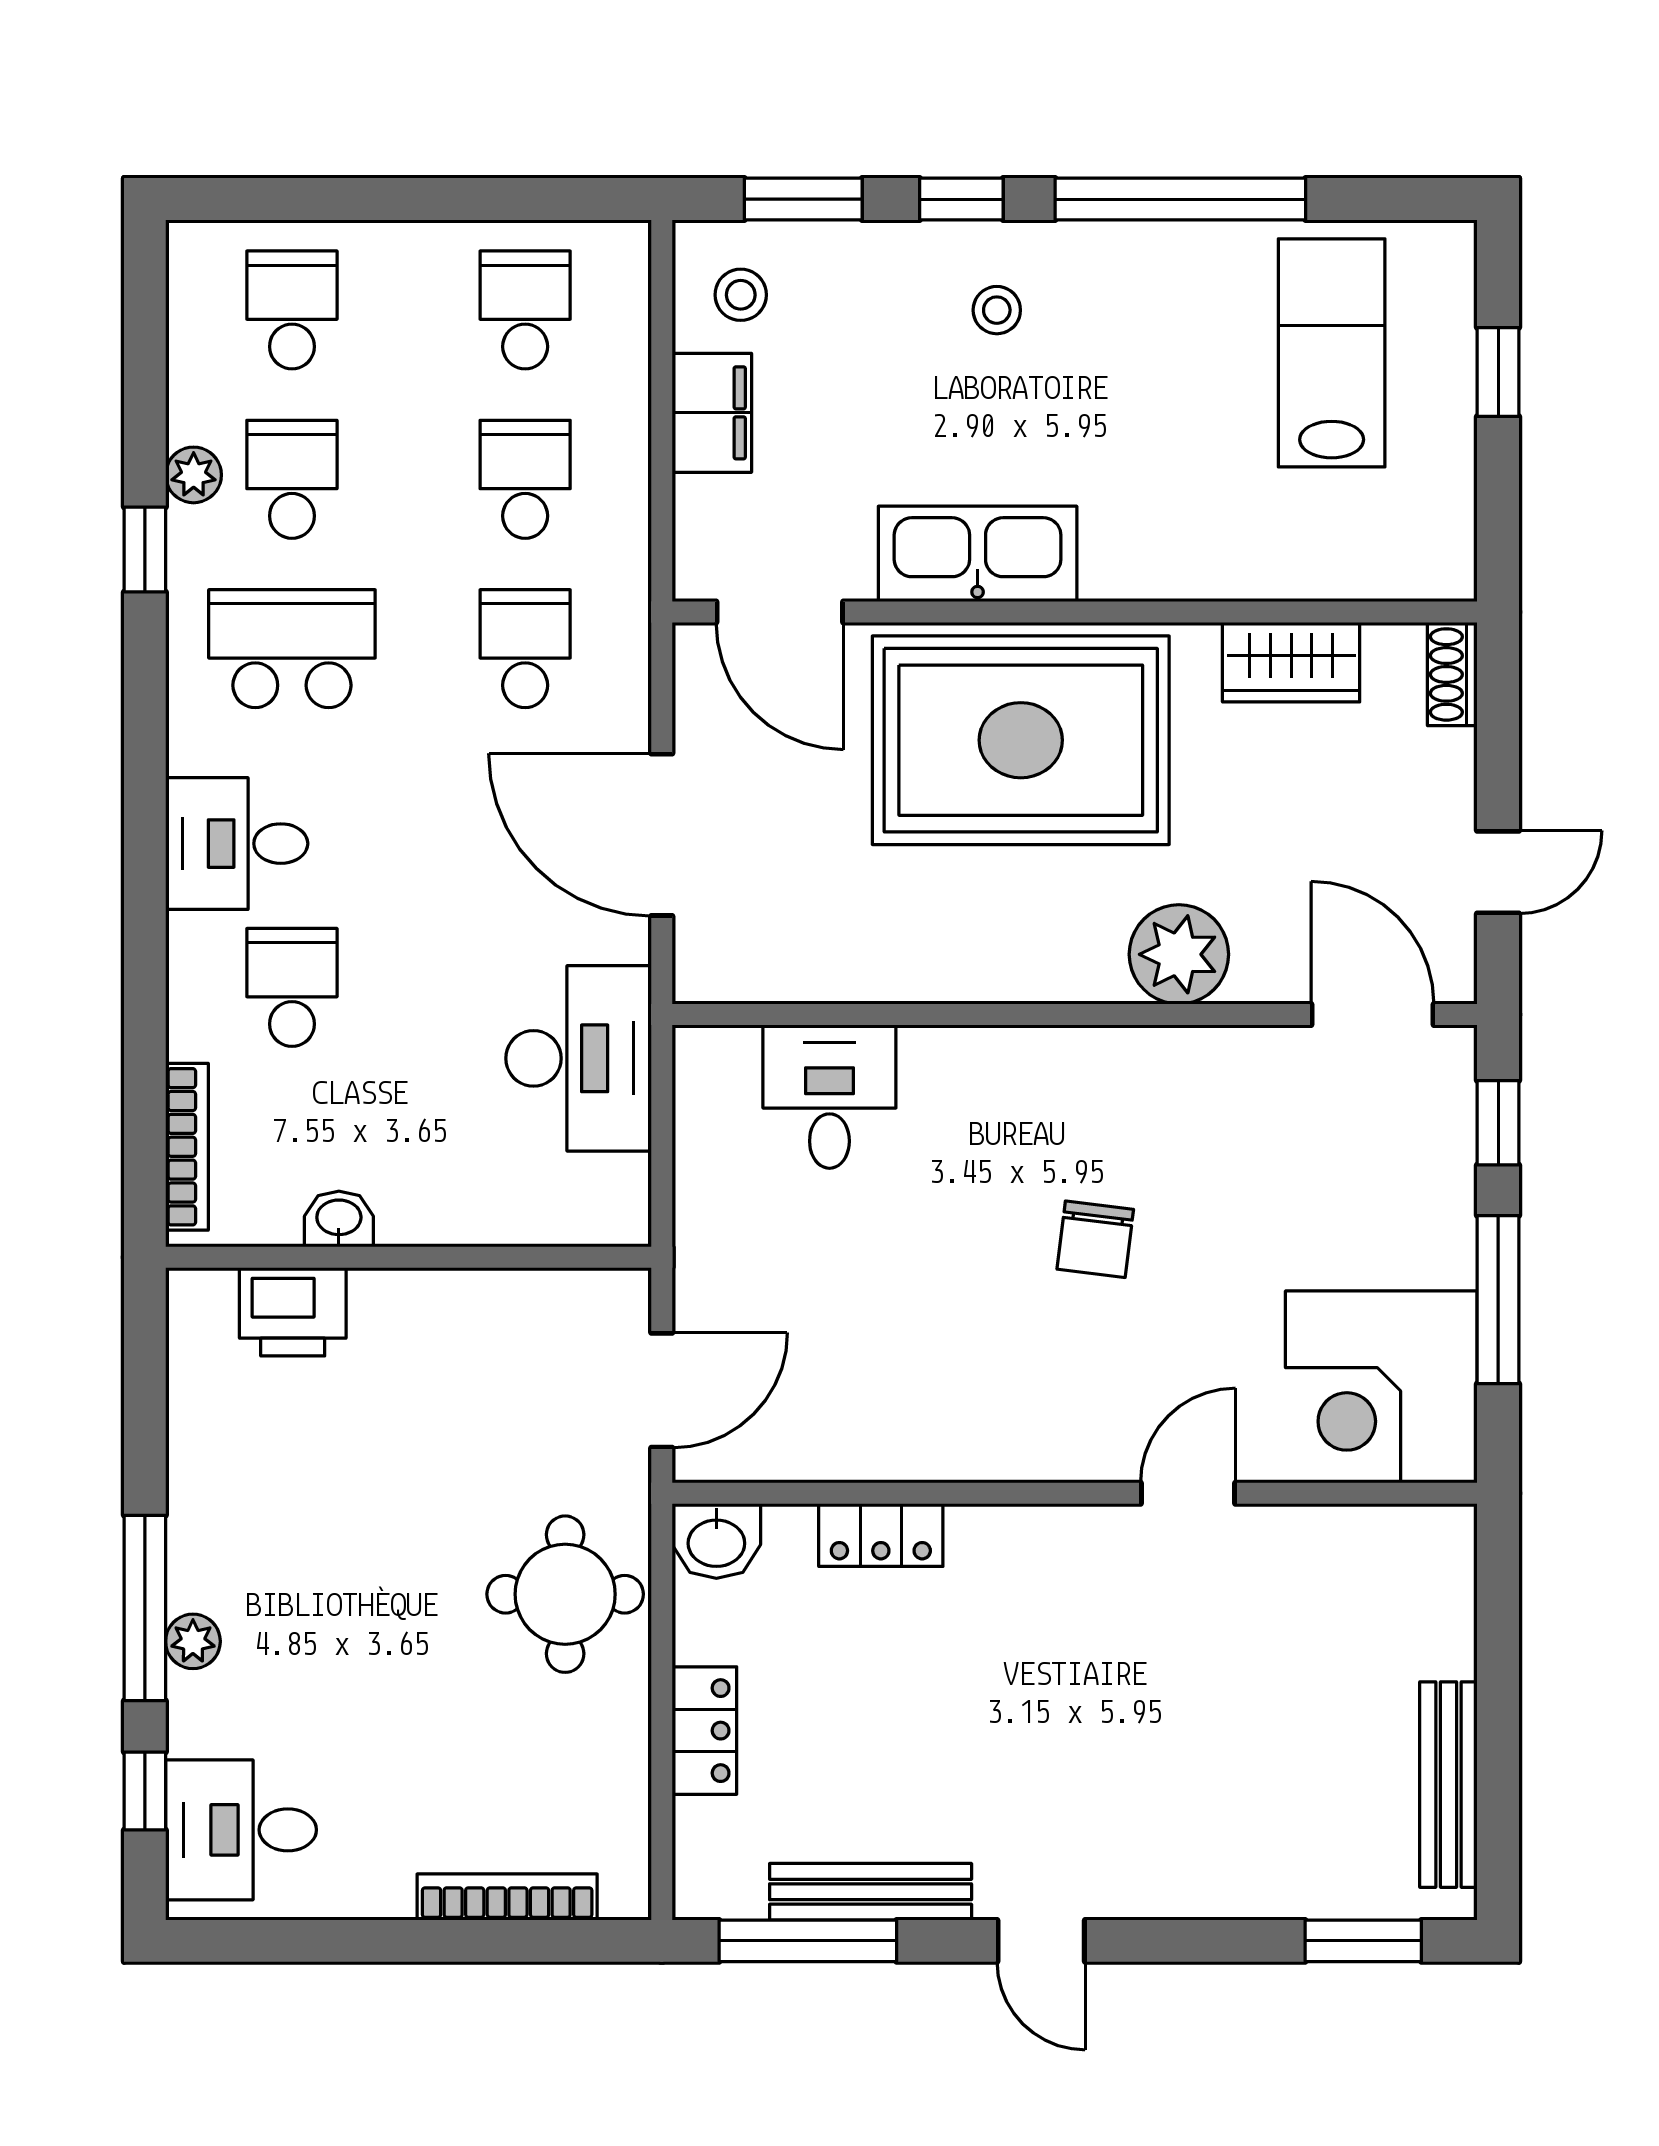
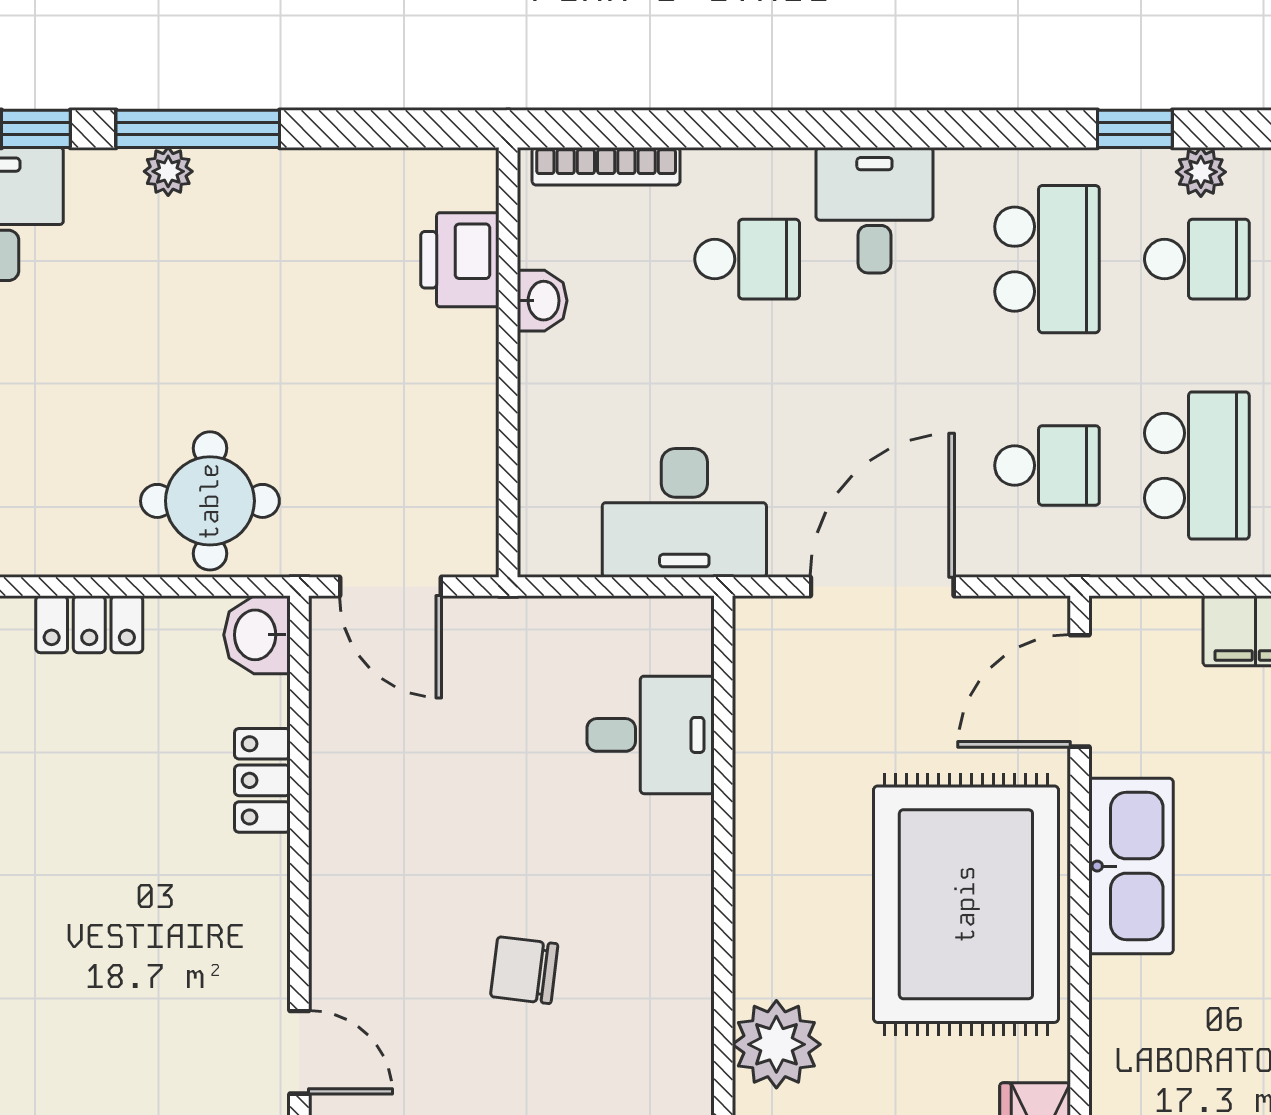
school desk: (525, 479) -> (1197, 465), width x1.85

